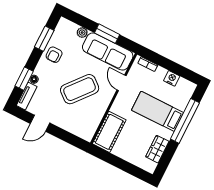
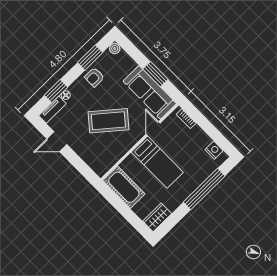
plant: (82, 33) -> (115, 48), moved
nightstand: (172, 78) -> (214, 150), moved
bed: (158, 111) -> (157, 162), moved, turned 180
cot: (109, 132) -> (124, 187), moved, turned 90
wardrobe: (157, 149) -> (157, 217), moved

